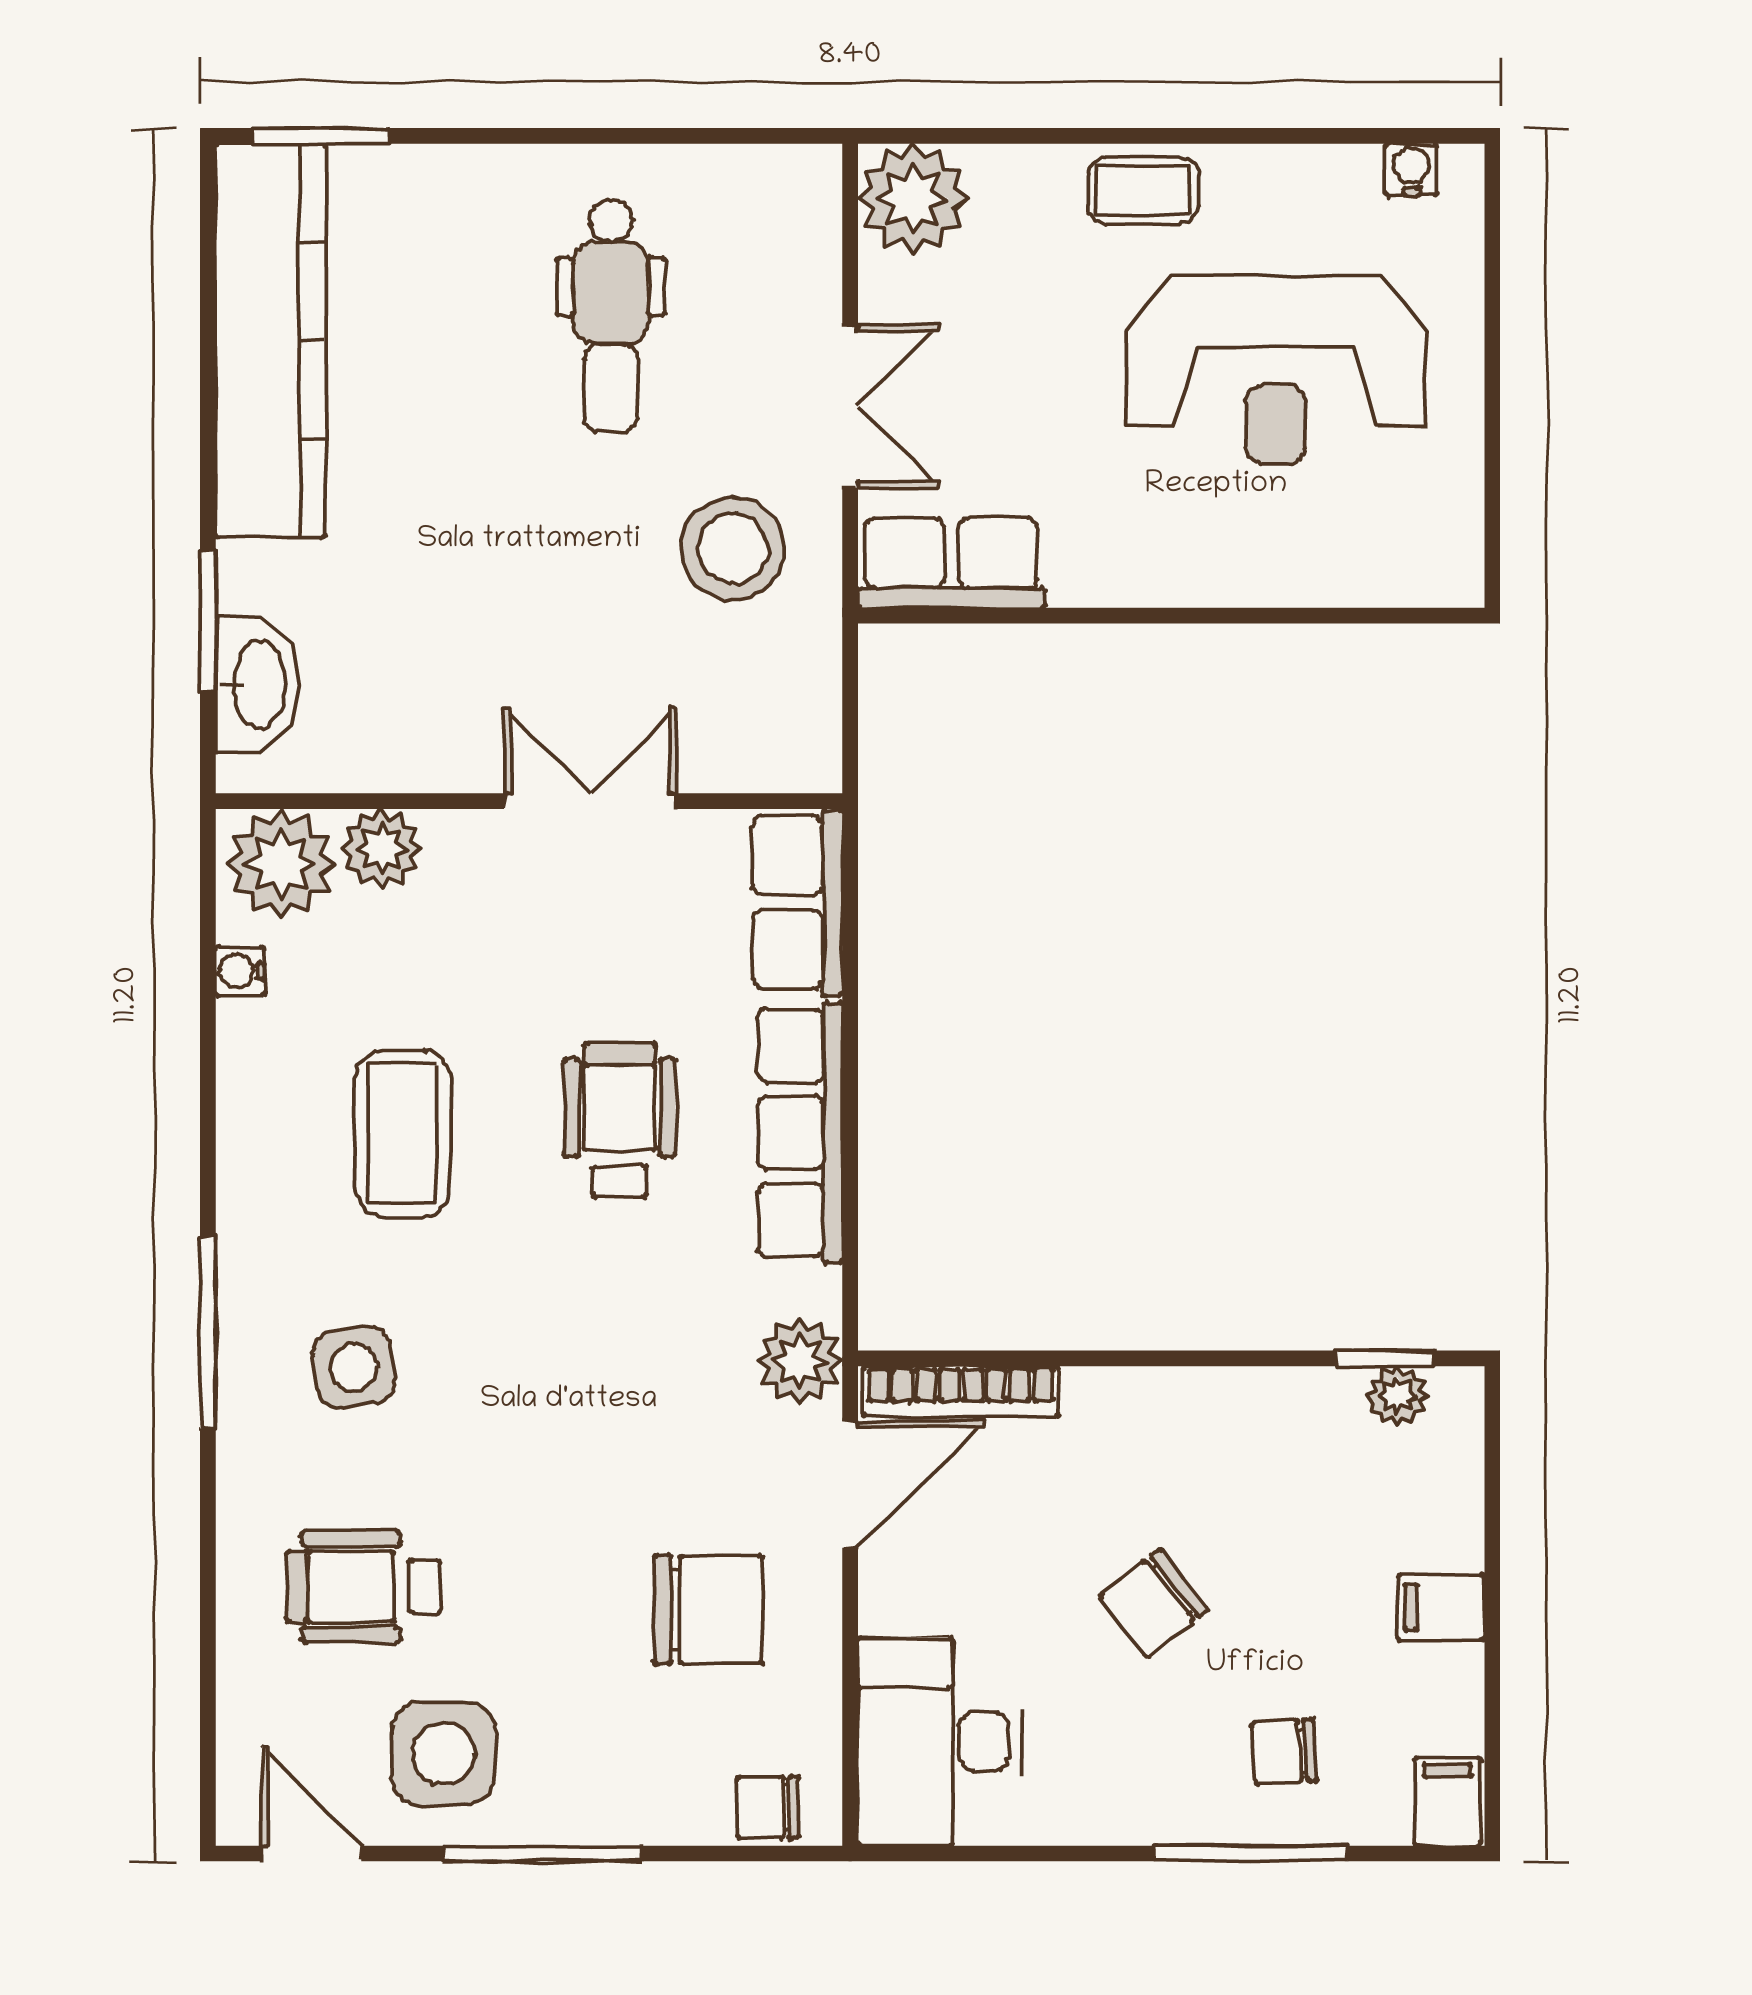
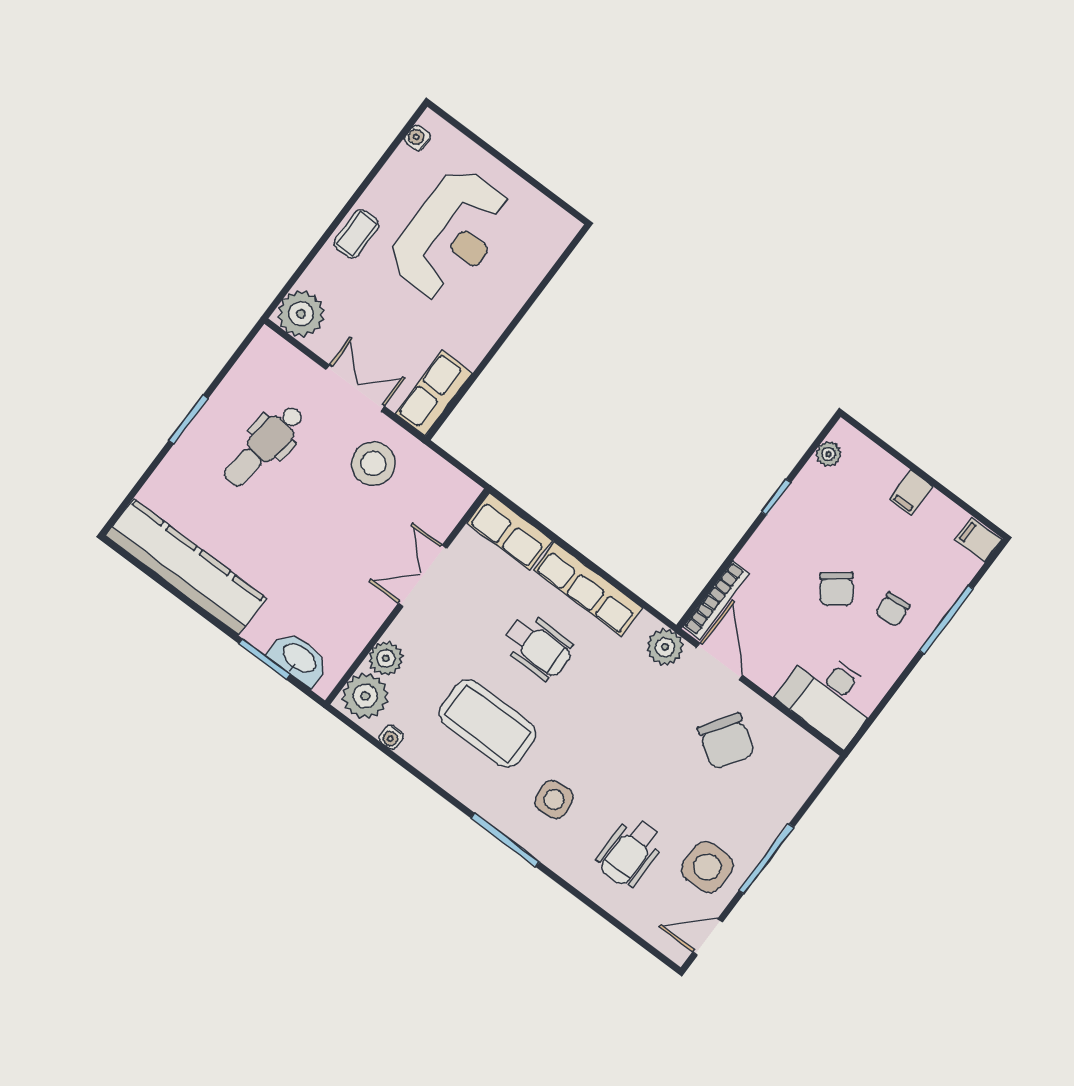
window: (321, 136) -> (188, 420), moved
dental chair: (611, 316) -> (264, 446), turned 97
wheelchair: (620, 1120) -> (538, 647), turned 180
coffee table: (403, 1133) -> (487, 724), width x1.36, depth x1.32
window: (1386, 1358) -> (776, 497), moved
chair: (708, 1610) -> (726, 741), turned 123
chair: (1284, 1752) -> (893, 609), moved
chair: (768, 1807) -> (808, 771), removed

